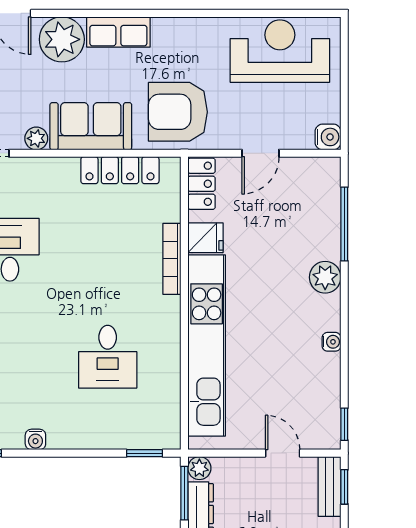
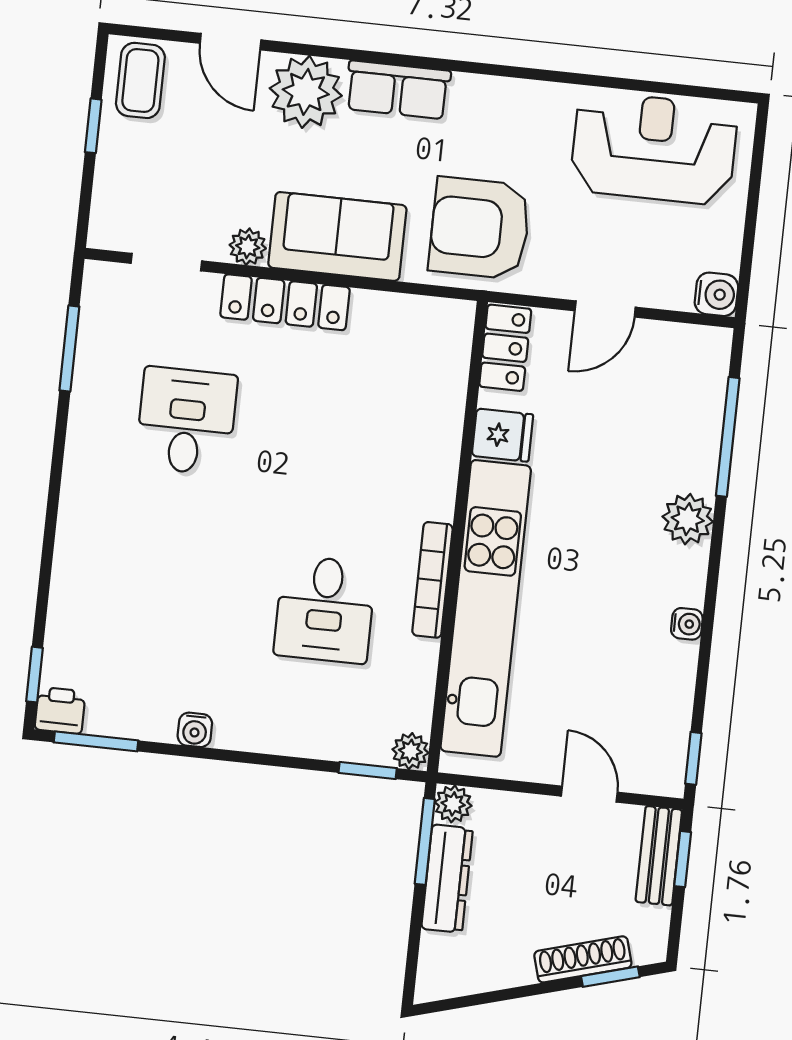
locker: (120, 170) -> (285, 302), moved
bookcase: (172, 259) -> (432, 580), moved
plant: (170, 438) -> (410, 751), added

